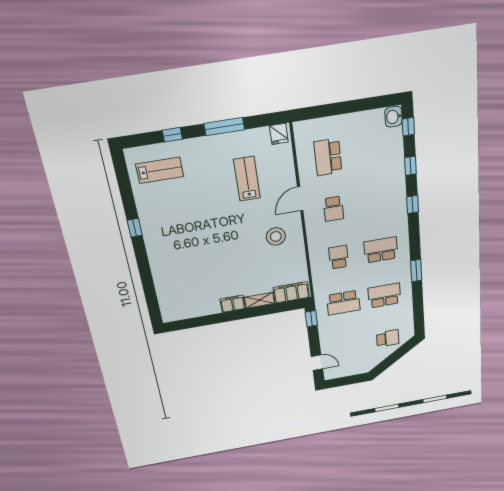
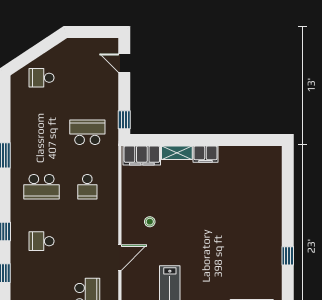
school desk: (333, 209) -> (42, 241), moved, turned -90
stool: (276, 236) -> (150, 222), width x0.53, depth x0.53
school desk: (384, 295) -> (42, 132), removed

